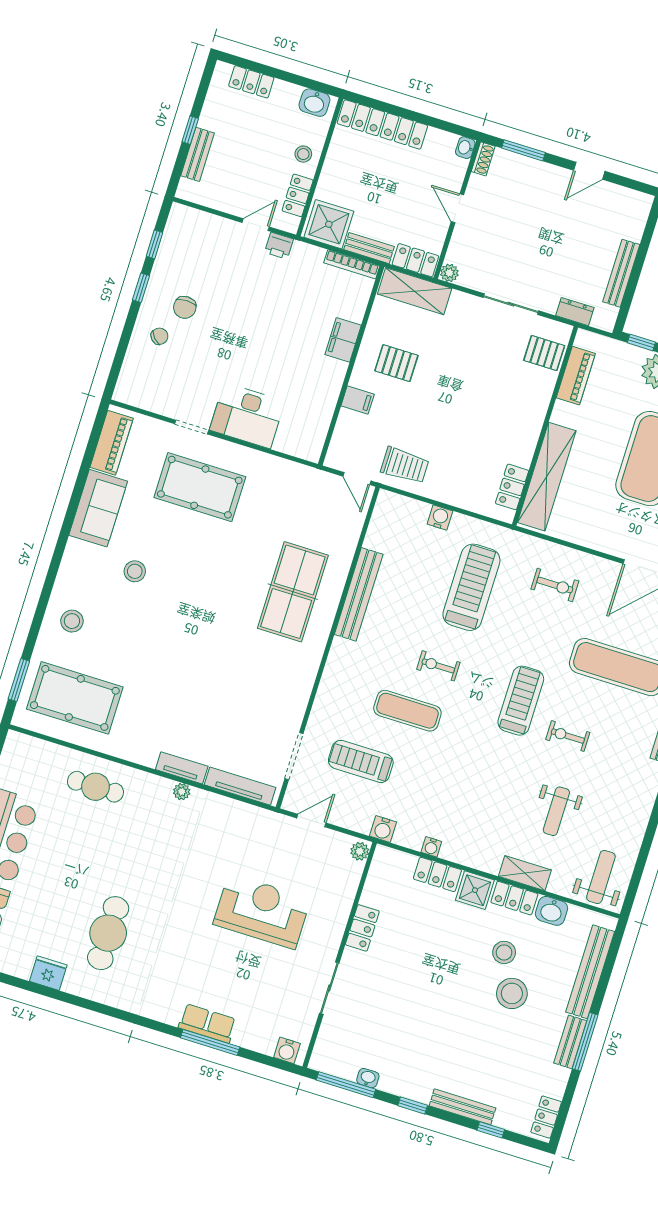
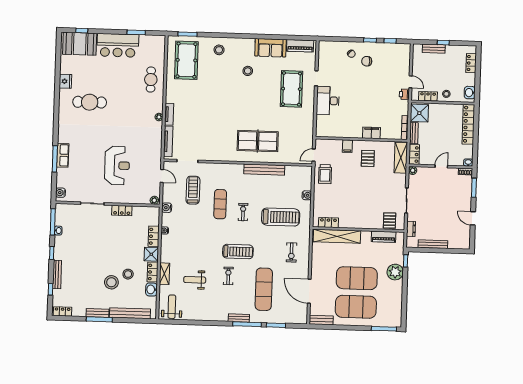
weight bench: (601, 877) -> (172, 307), turned -90

